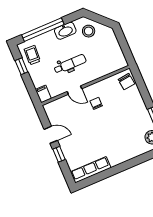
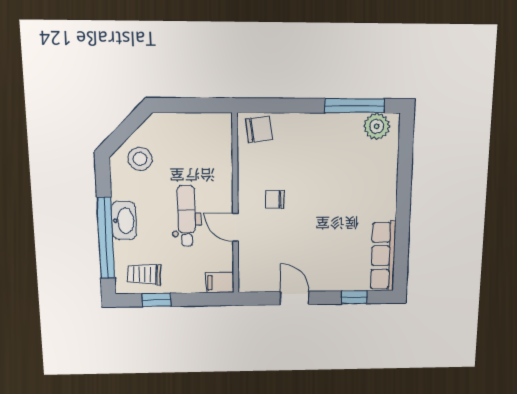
washbasin: (65, 31) -> (124, 221), moved
door: (74, 90) -> (235, 227), swing flipped
door: (51, 135) -> (295, 298), hinge flipped
window: (59, 154) -> (354, 297), moved

